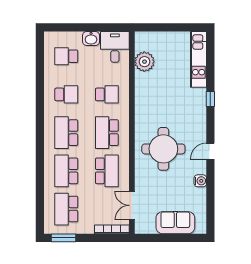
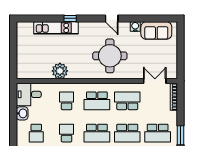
kitchen unit: (199, 59) -> (56, 28), moved
plant: (144, 62) -> (60, 71), moved
double door: (132, 205) -> (155, 81), swing flipped
sofa: (175, 223) -> (156, 31), moved, turned -90

